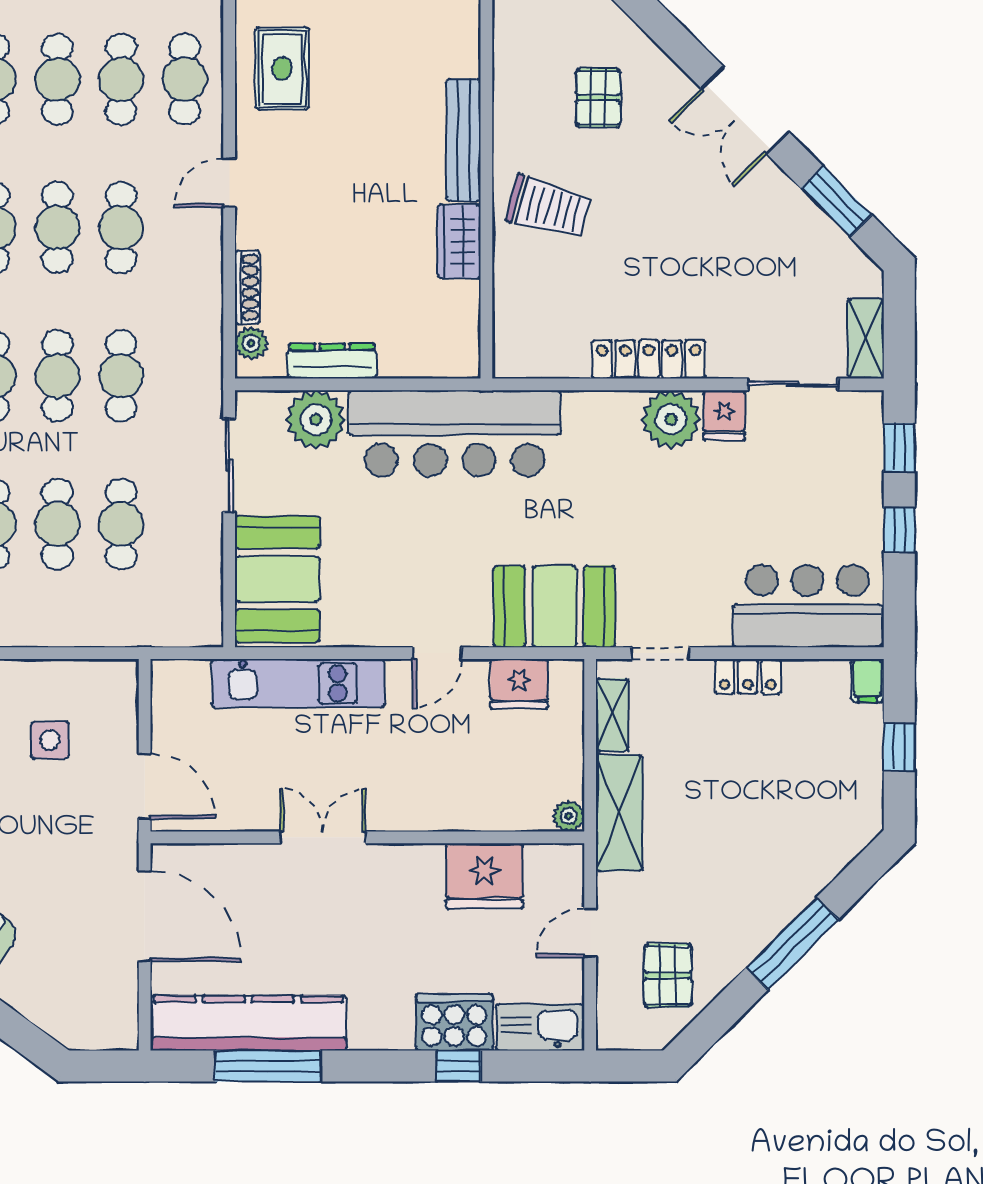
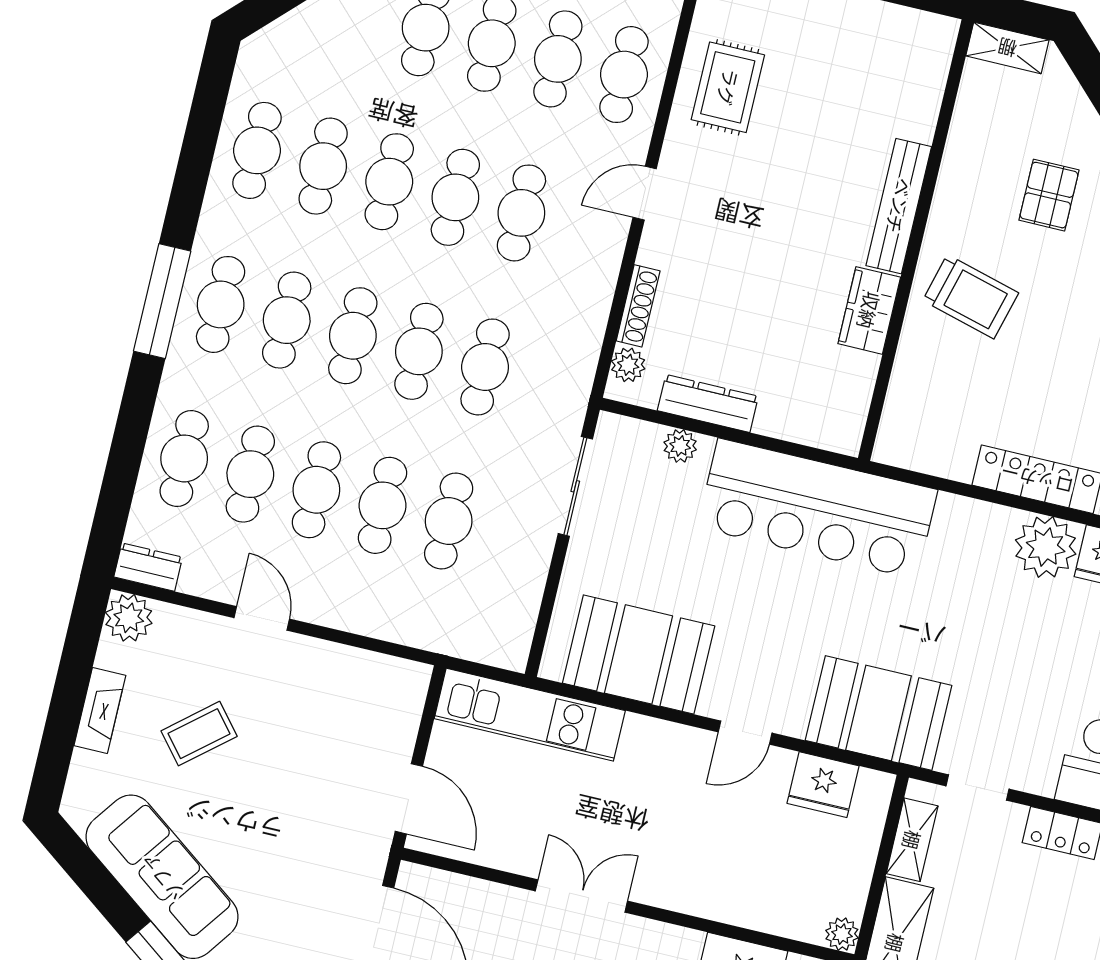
plant: (316, 420) -> (680, 446), width x0.53, depth x0.53
booth: (277, 579) -> (639, 654), moved, turned 90
kitchen unit: (298, 683) -> (530, 715), moved
side table: (50, 740) -> (322, 728), removed

